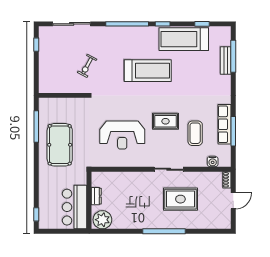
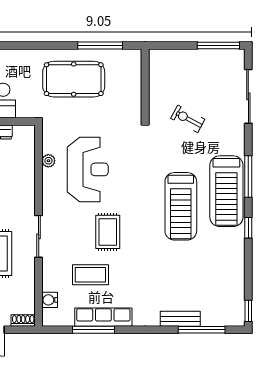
window: (127, 24) -> (248, 176), width x0.68
window: (202, 24) -> (248, 311), moved
treadmill: (184, 39) -> (226, 191), moved, turned 180
window: (36, 45) -> (218, 45), width x2.17
bench: (226, 61) -> (180, 319), moved
reception desk: (122, 135) -> (88, 169), turned 180
plant: (116, 162) -> (48, 161), added

